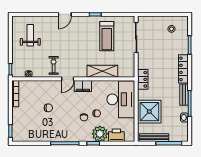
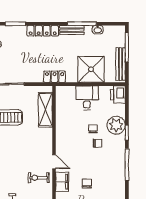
shelving: (102, 71) -> (45, 110), moved
filing cabinet: (83, 86) -> (62, 182), moved
desk: (121, 99) -> (87, 98), width x0.53, depth x0.77
printer: (116, 135) -> (118, 95), moved

